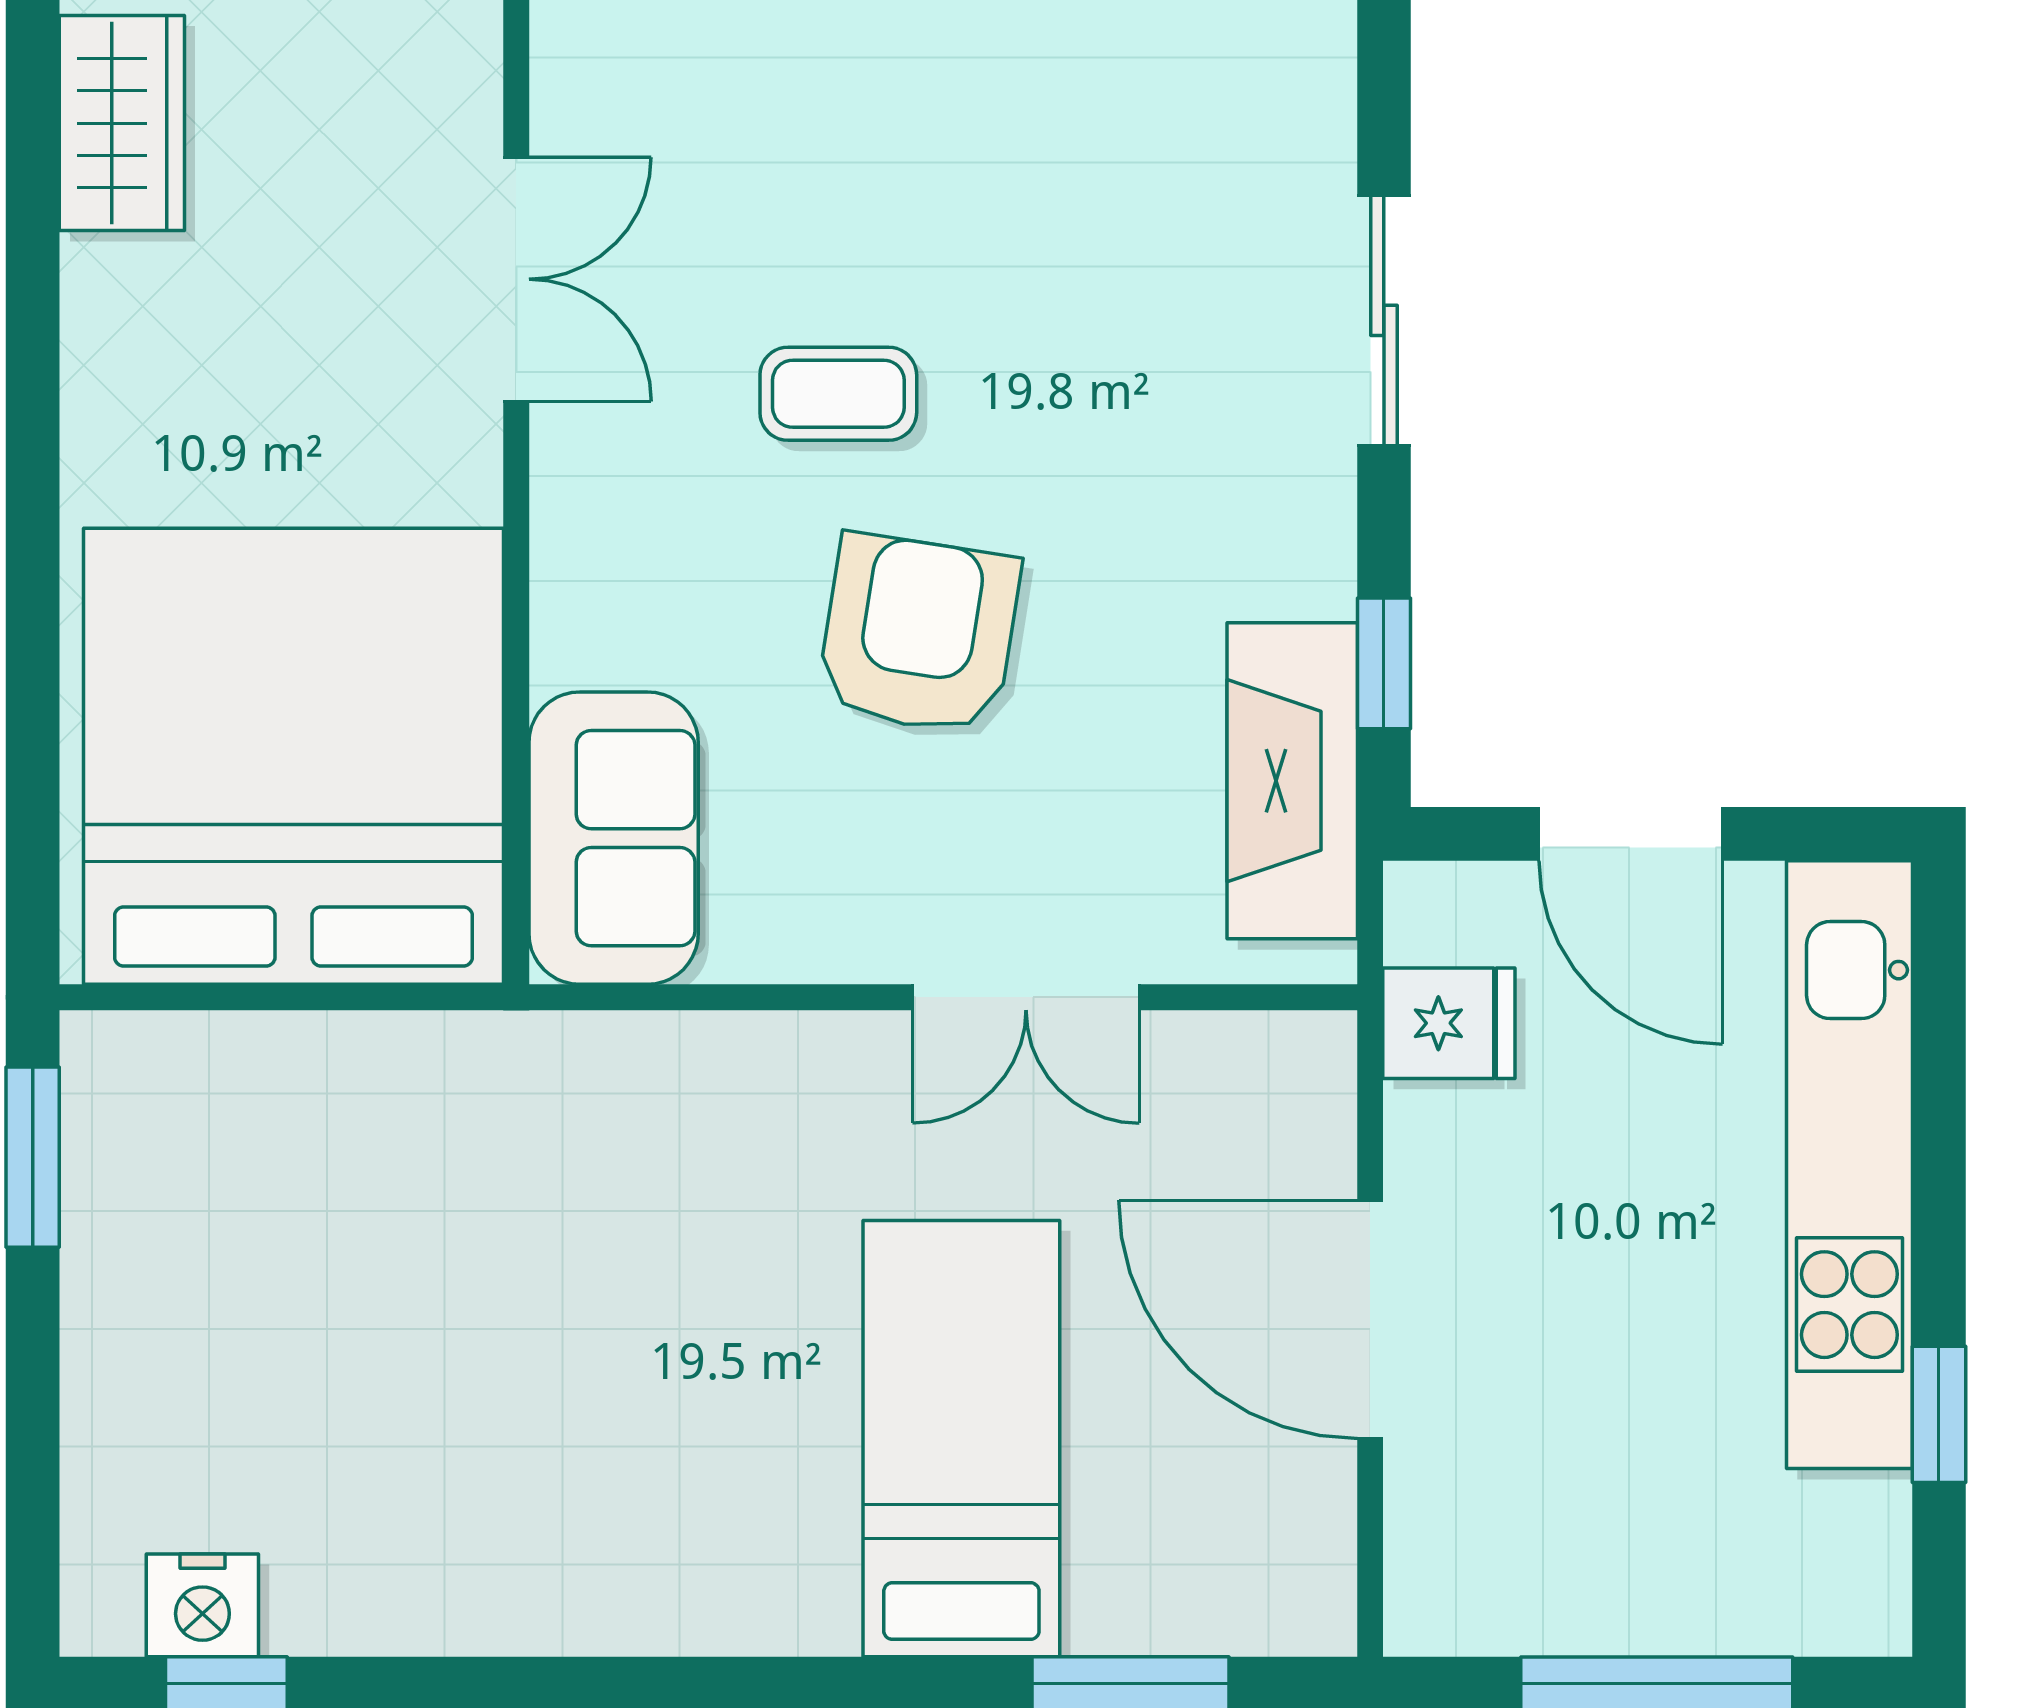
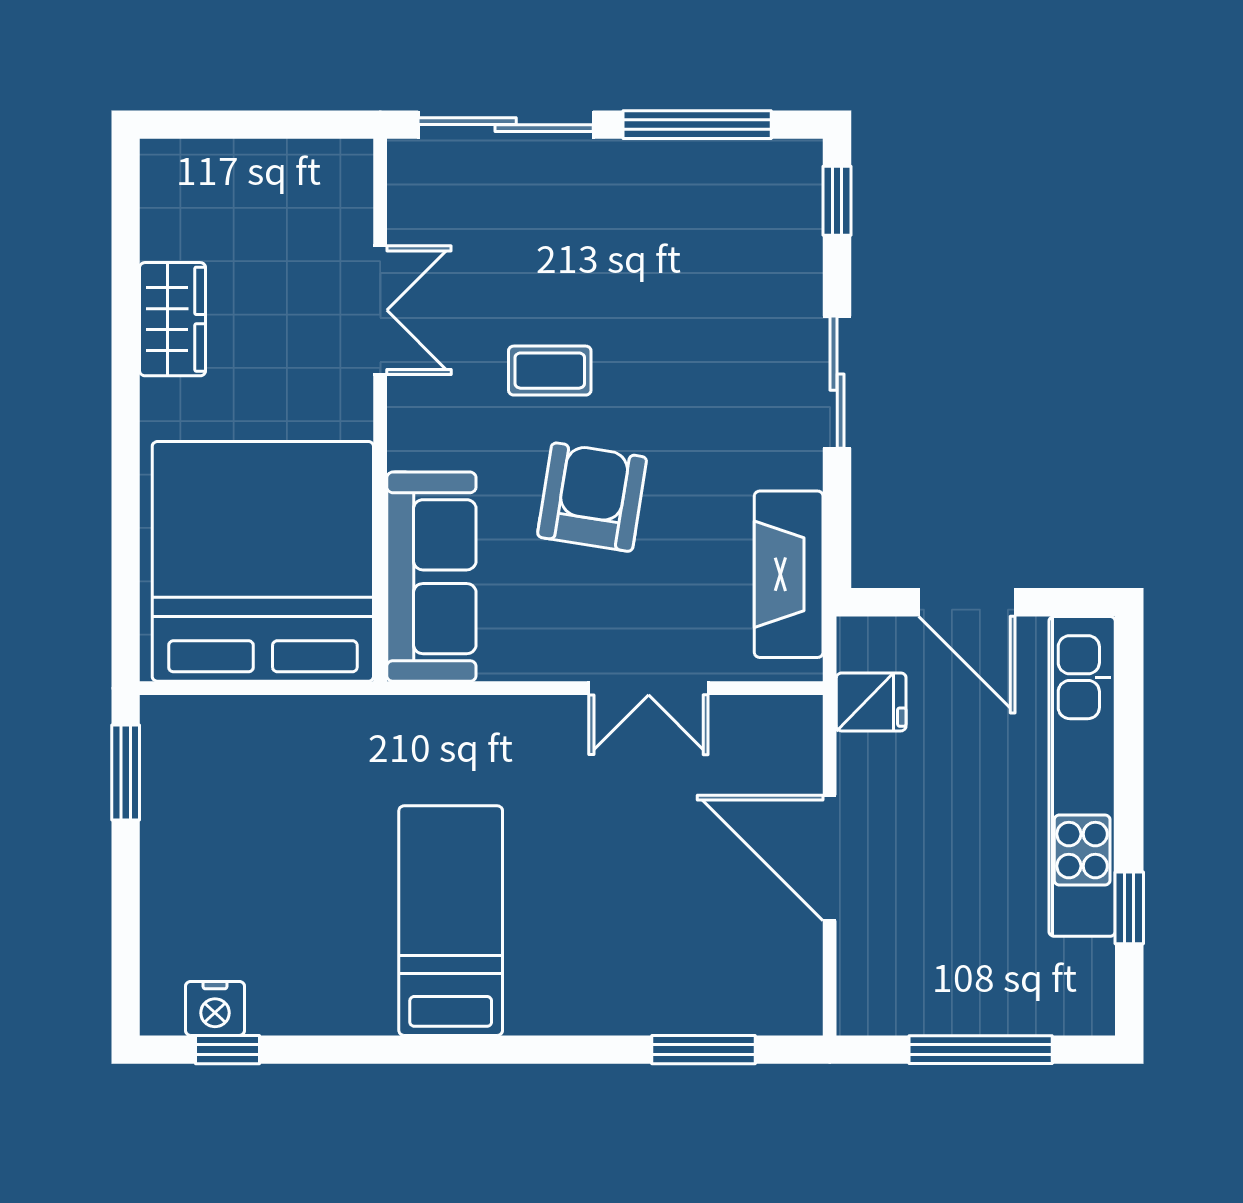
wardrobe: (122, 123) -> (173, 319), moved
sliding door: (1384, 320) -> (837, 382), moved
window: (1384, 663) -> (837, 201), moved
sofa: (614, 838) -> (431, 577), width x1.36
bed: (961, 1439) -> (451, 921), moved

